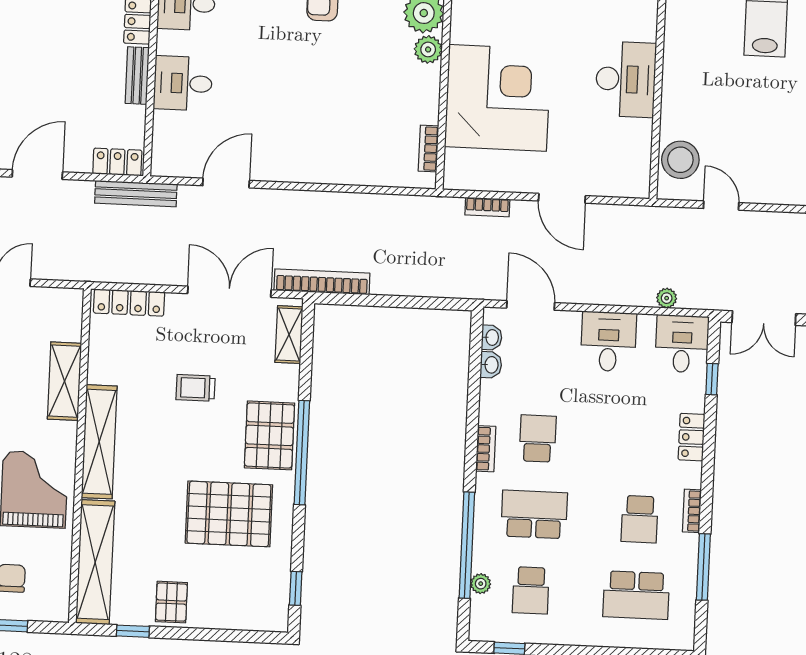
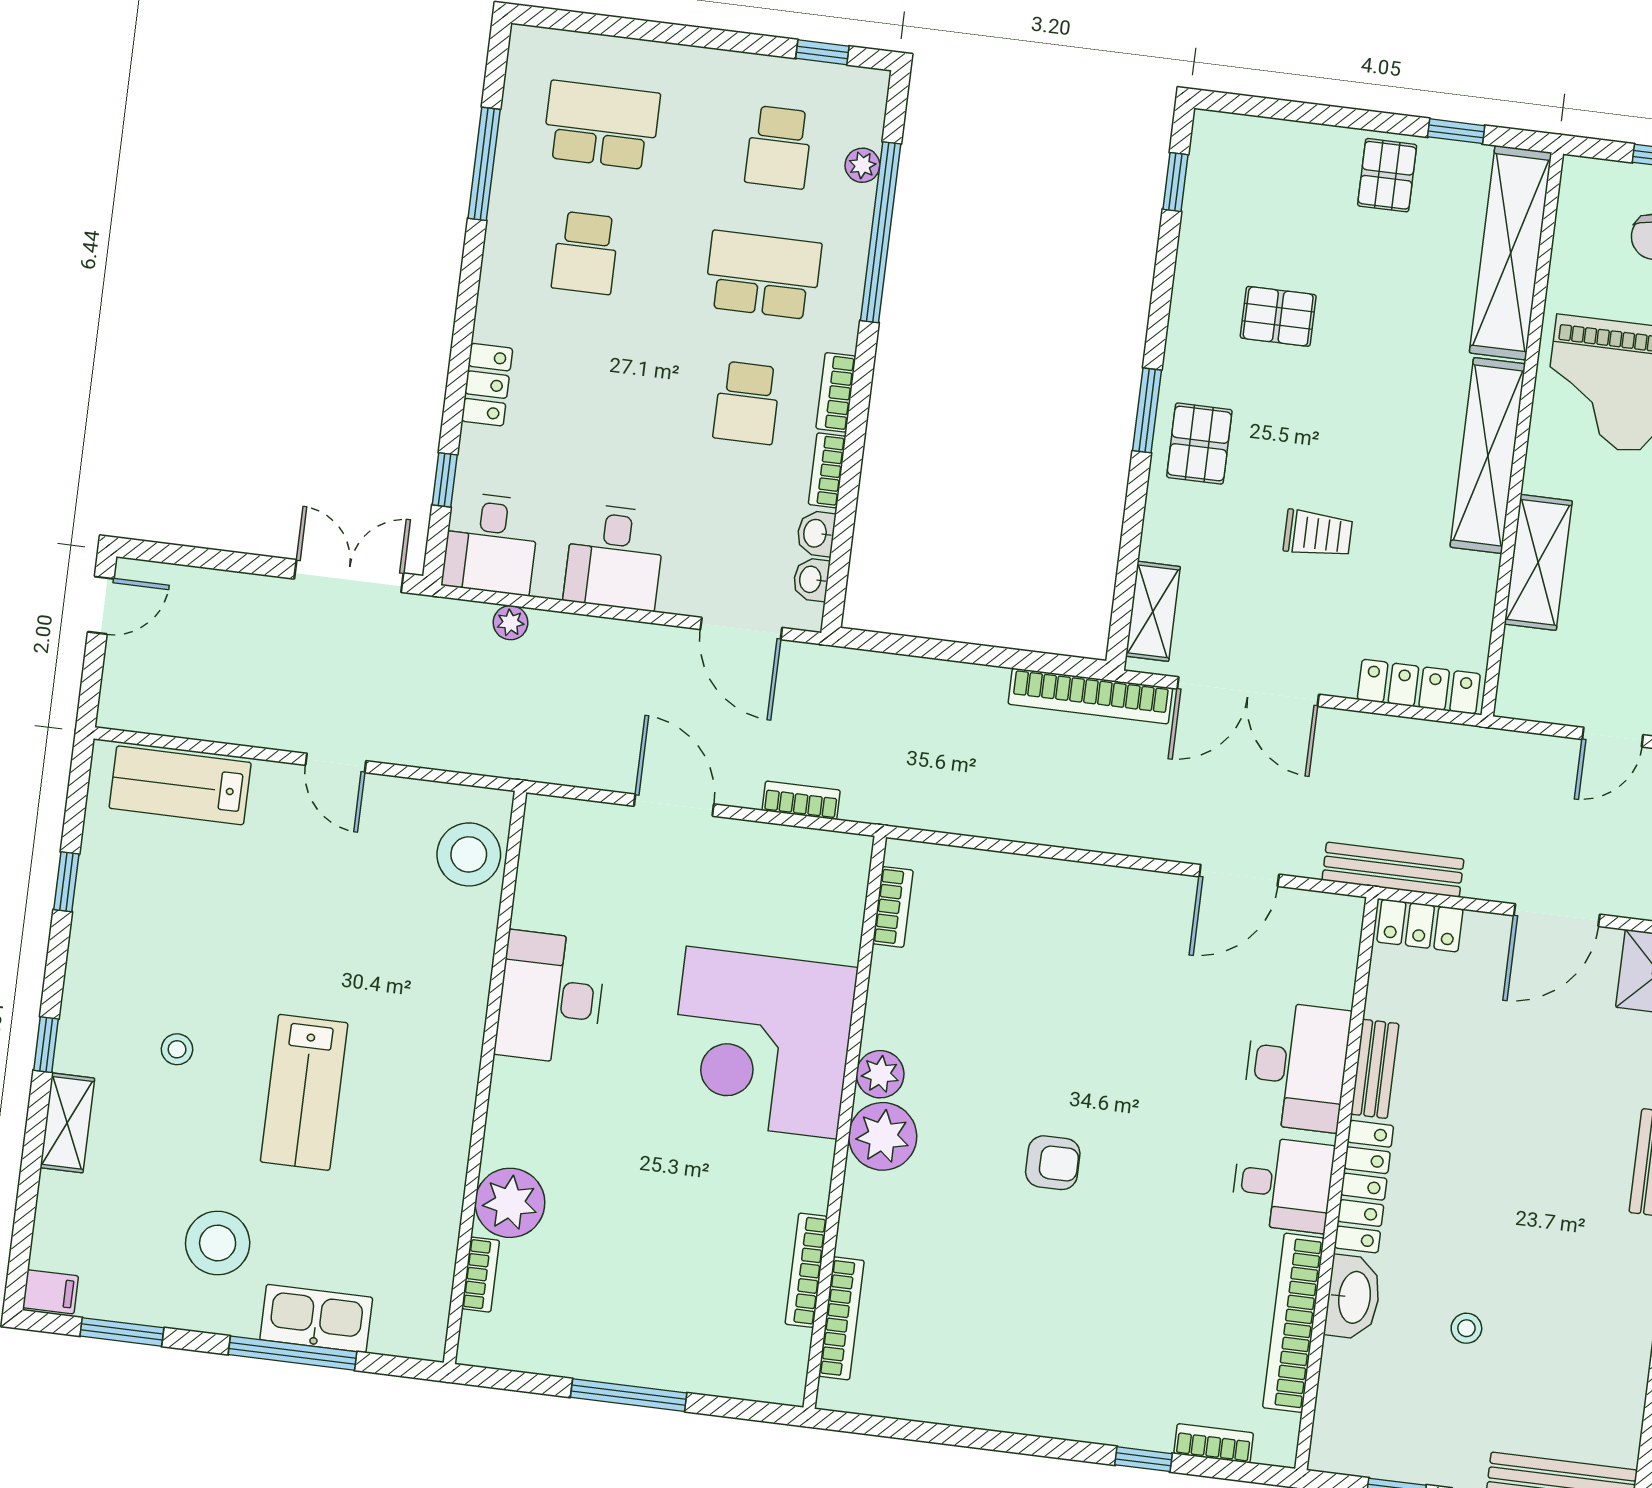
desk: (183, 83) -> (1297, 1066), width x1.37
corner desk: (498, 98) -> (762, 1043), moved
door: (721, 206) -> (336, 763), moved
pallet: (269, 435) -> (1199, 444), width x0.67, depth x0.71
window: (302, 453) -> (1147, 410), width x0.47
bookcase: (692, 511) -> (827, 470), moved, turned 180
pallet: (229, 514) -> (1278, 316), width x0.49, depth x0.50
school desk: (534, 514) -> (763, 275), turned 180
school desk: (640, 519) -> (585, 253), turned 180
school desk: (531, 590) -> (779, 147), turned 180

